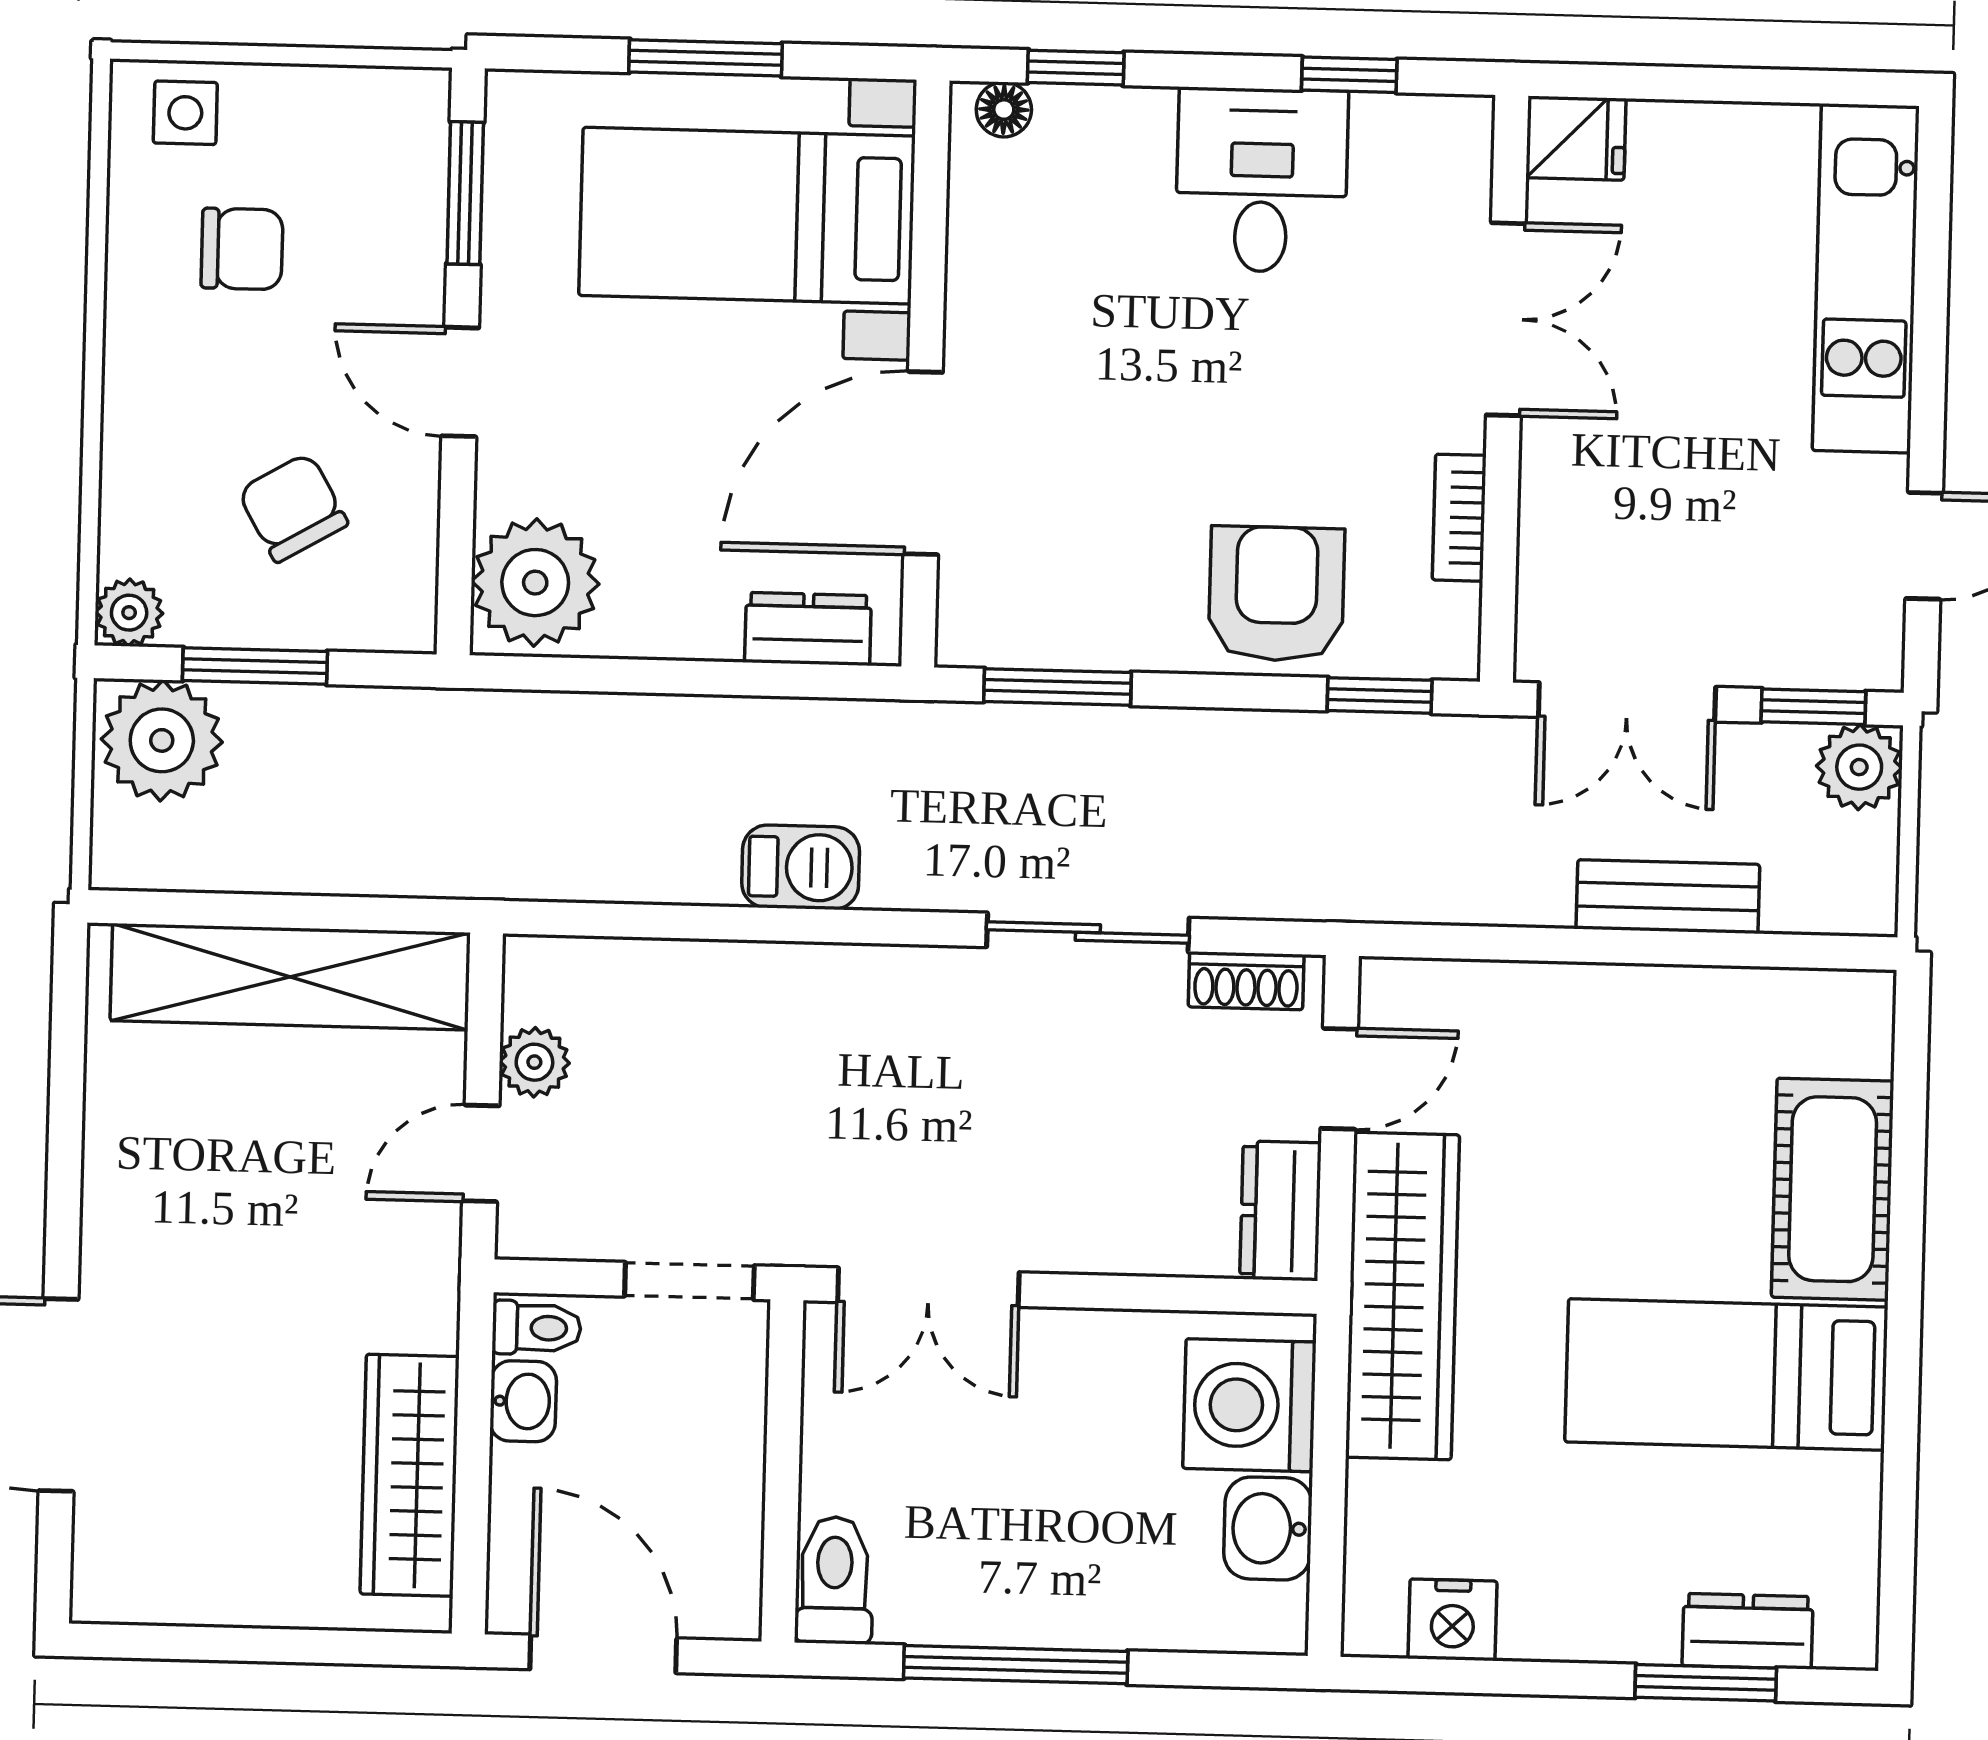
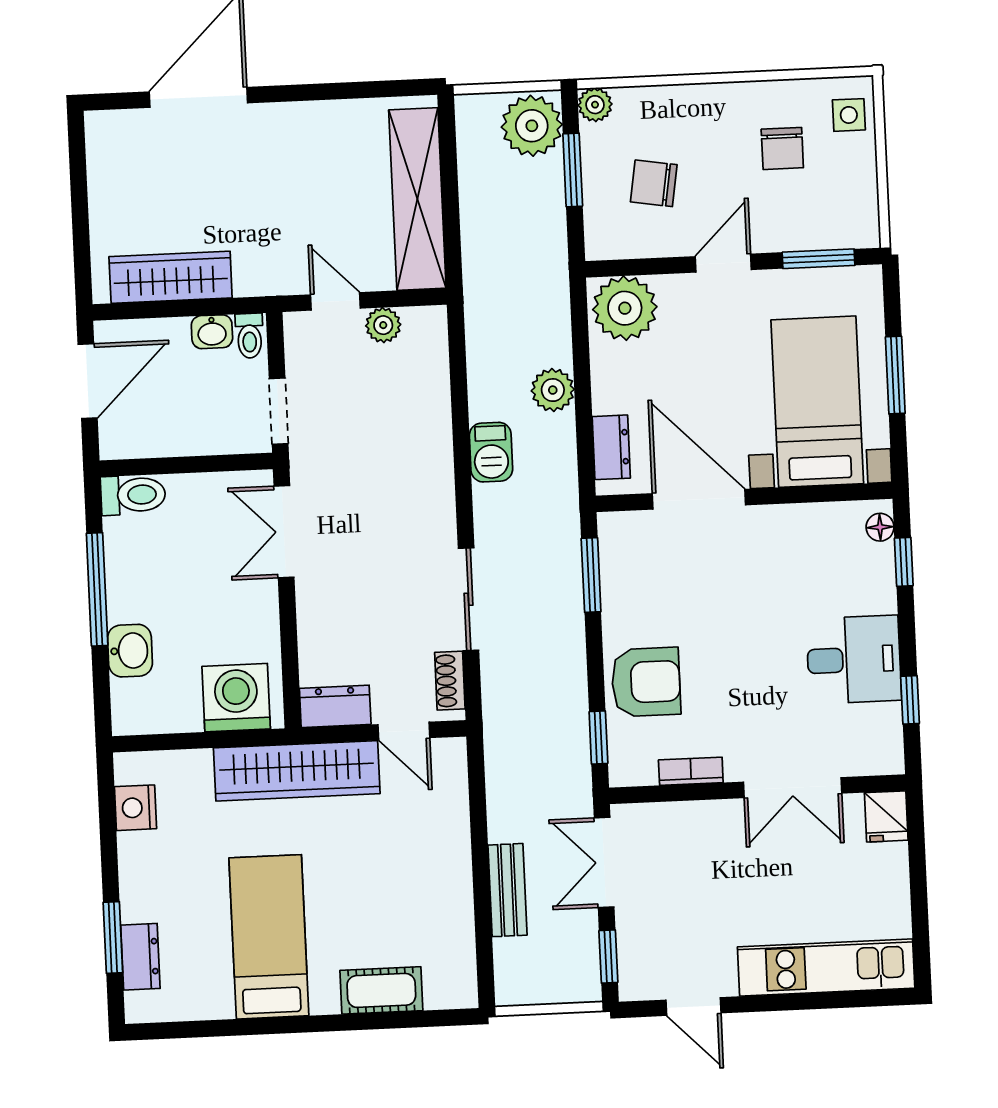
chair: (293, 508) -> (654, 183), turned -141
plant: (1859, 767) -> (553, 390), moved
cot: (1833, 1189) -> (381, 990), width x0.73, depth x0.75
washbasin: (1268, 1528) -> (130, 651), moved, turned 90

